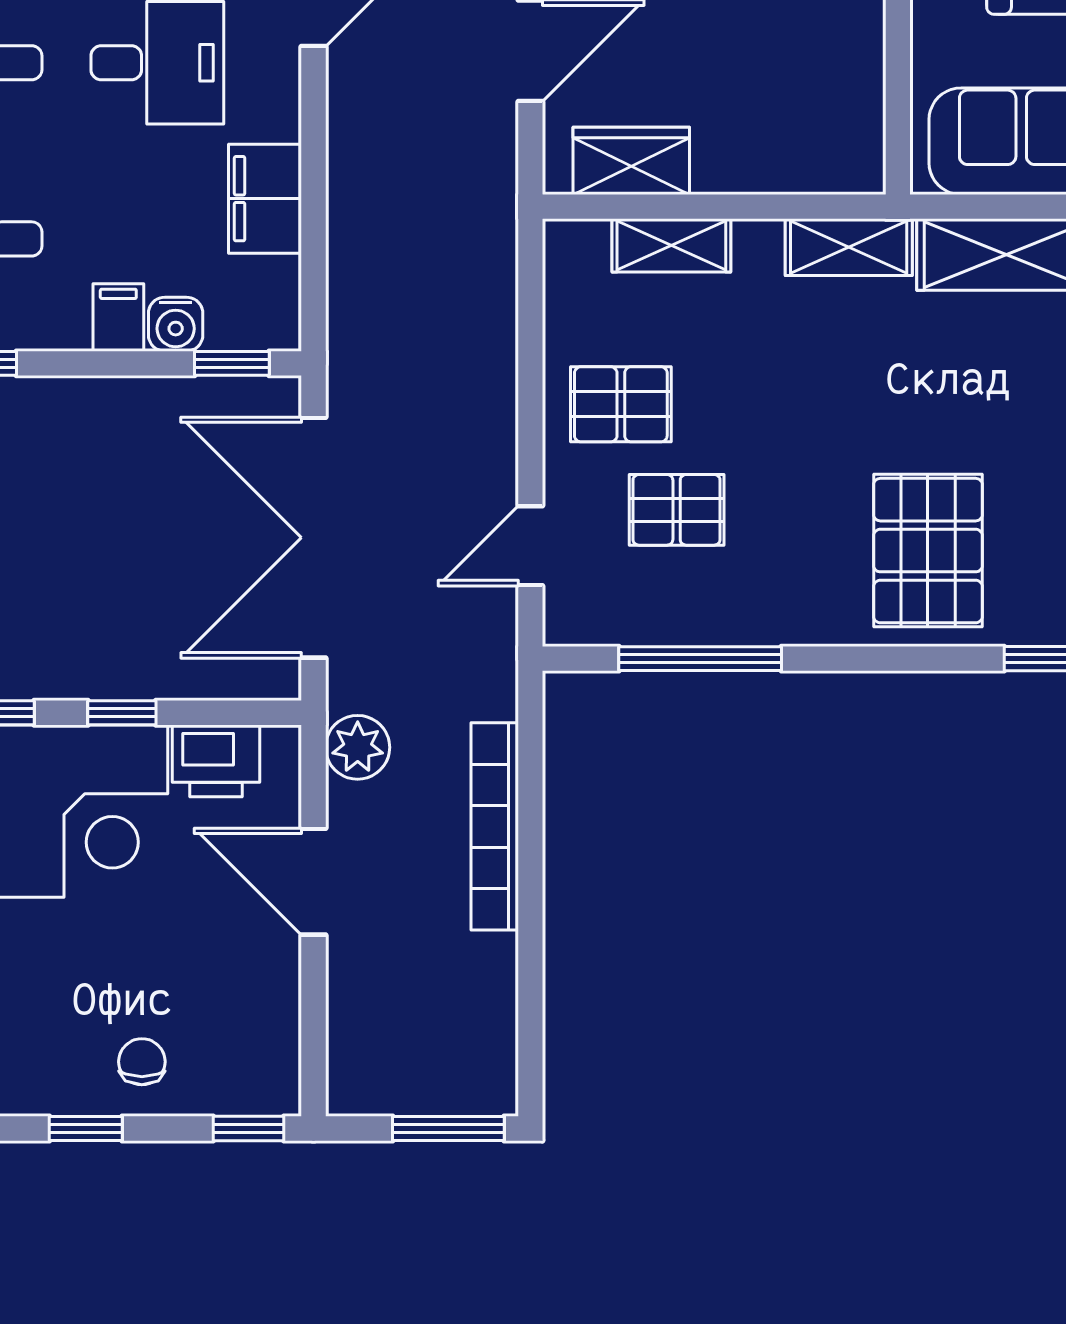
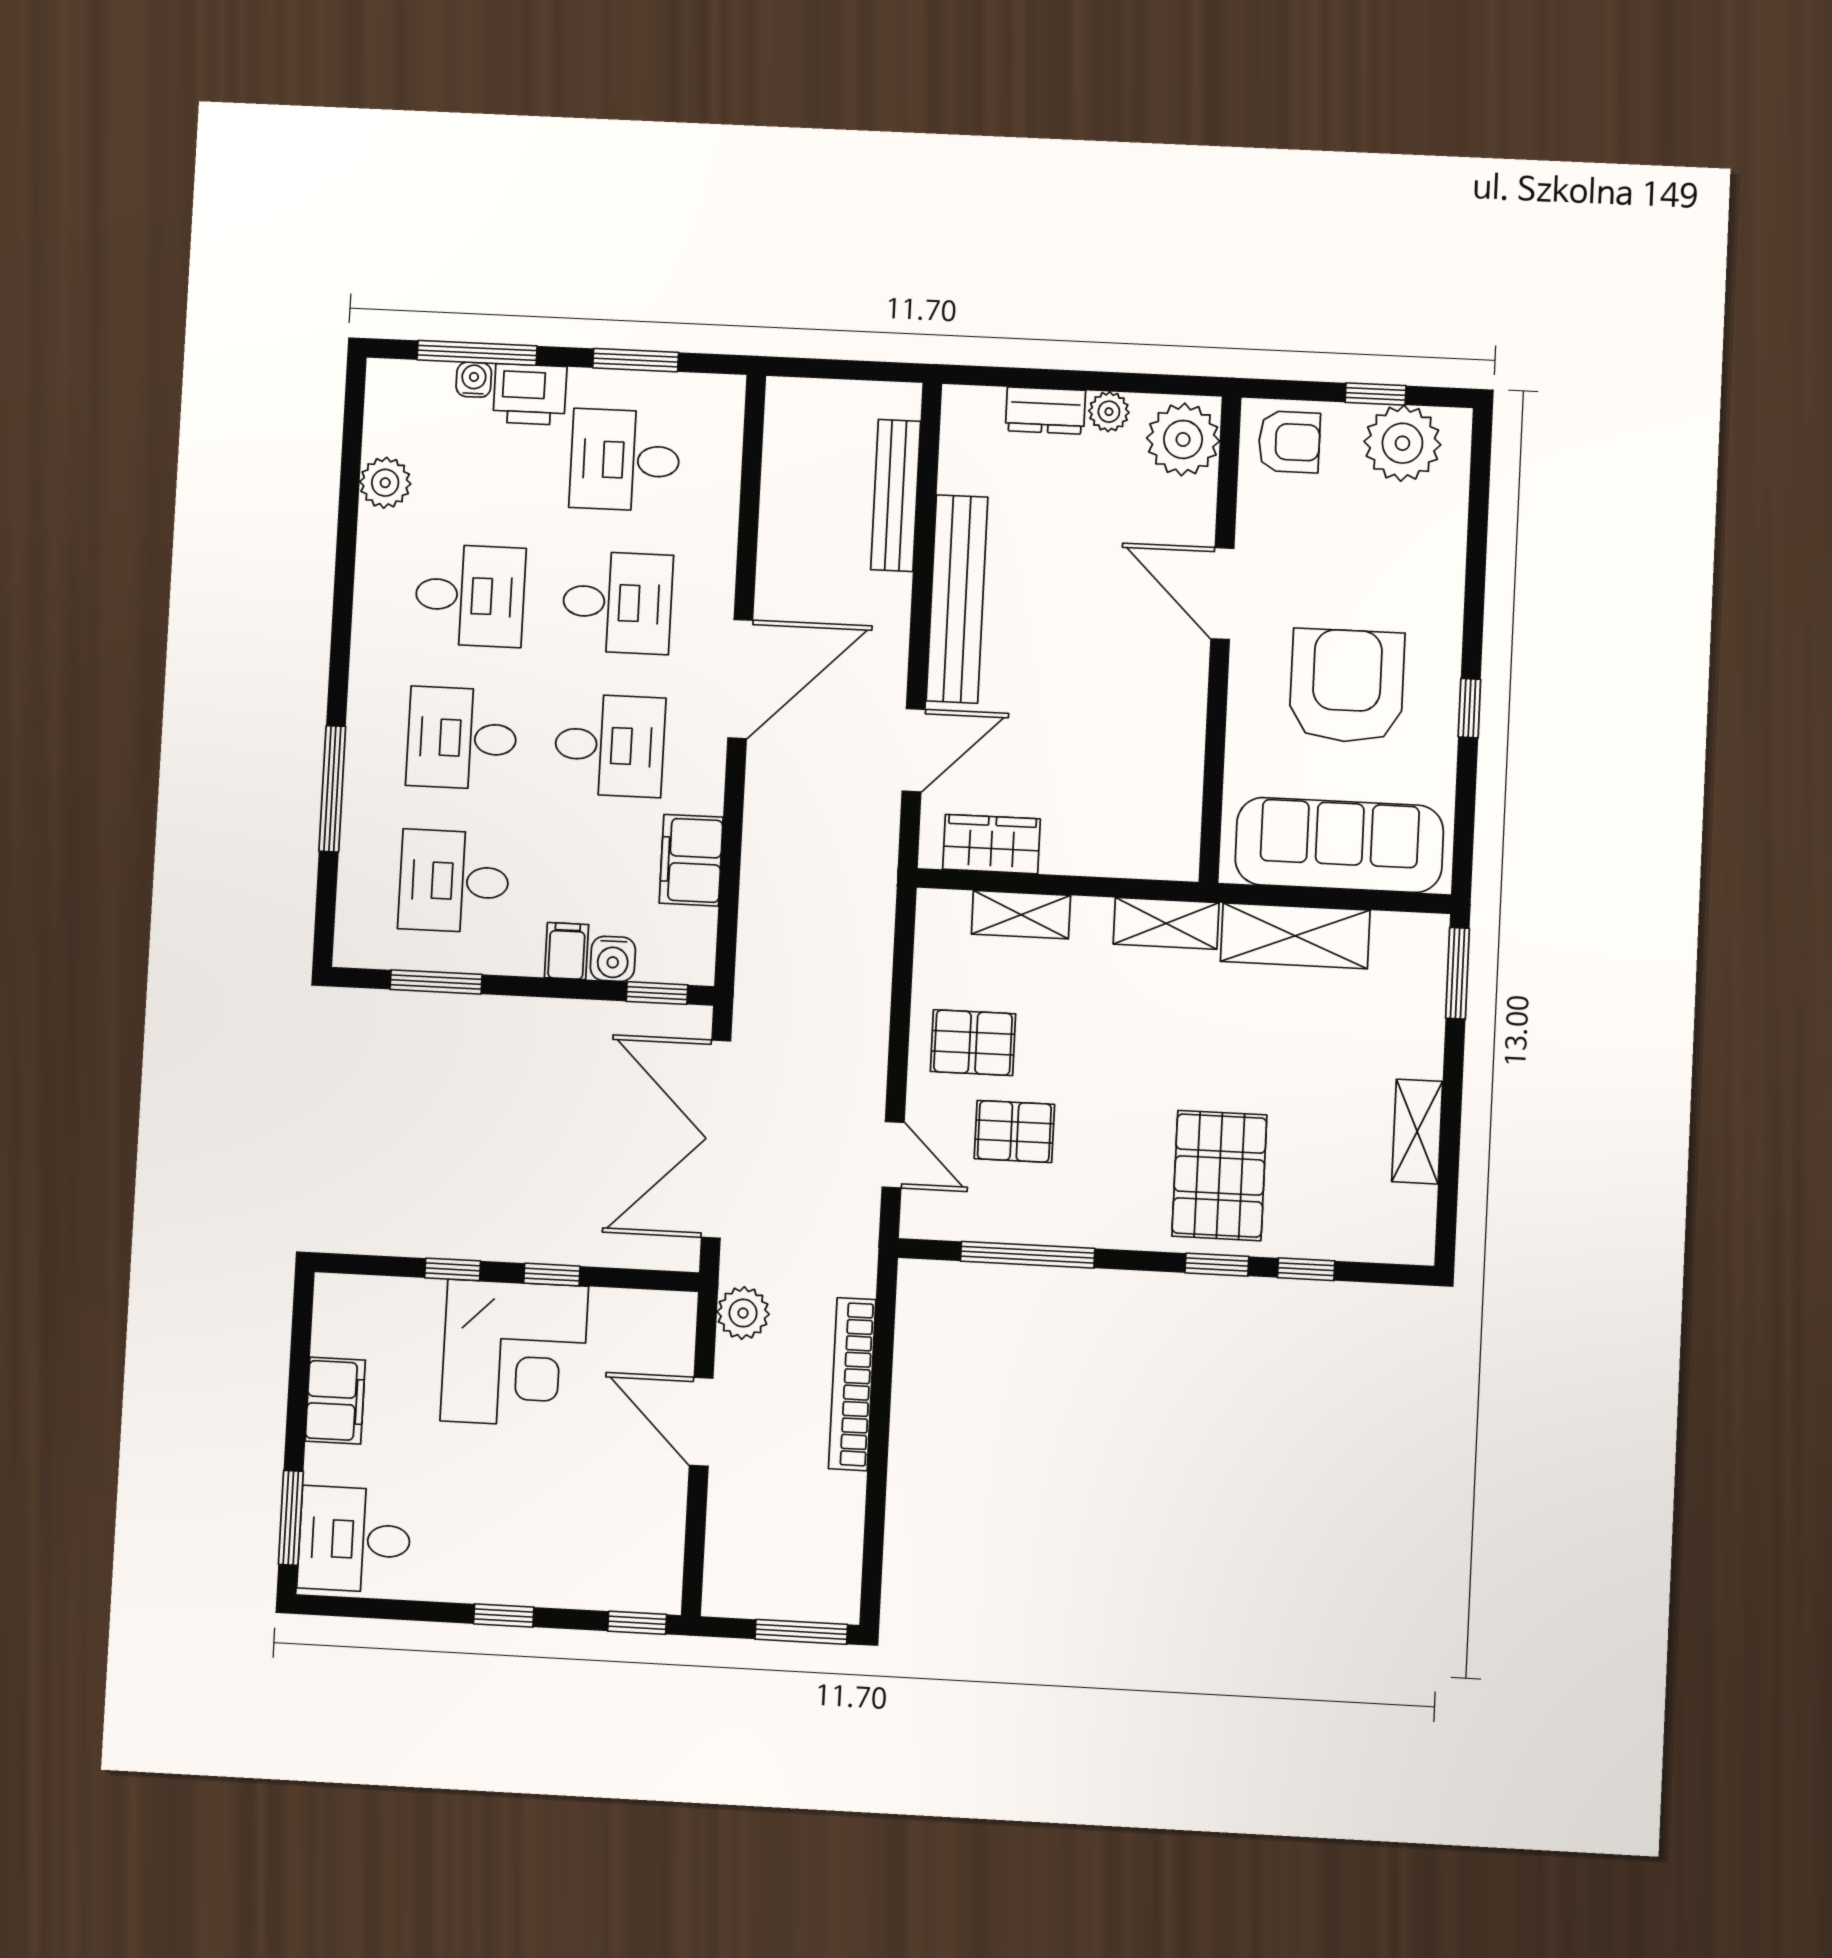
door: (530, 546) -> (893, 1155), swing flipped
window: (930, 659) -> (1217, 1265), added
printer: (216, 761) -> (627, 1318), removed
chair: (142, 1062) -> (553, 1563), removed

